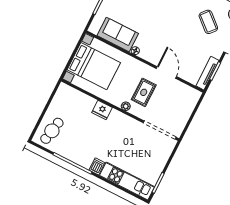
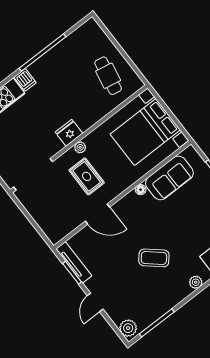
coffee table: (208, 22) -> (154, 258), moved
fridge: (102, 110) -> (69, 133), moved
cafe table: (52, 131) -> (108, 76), moved

